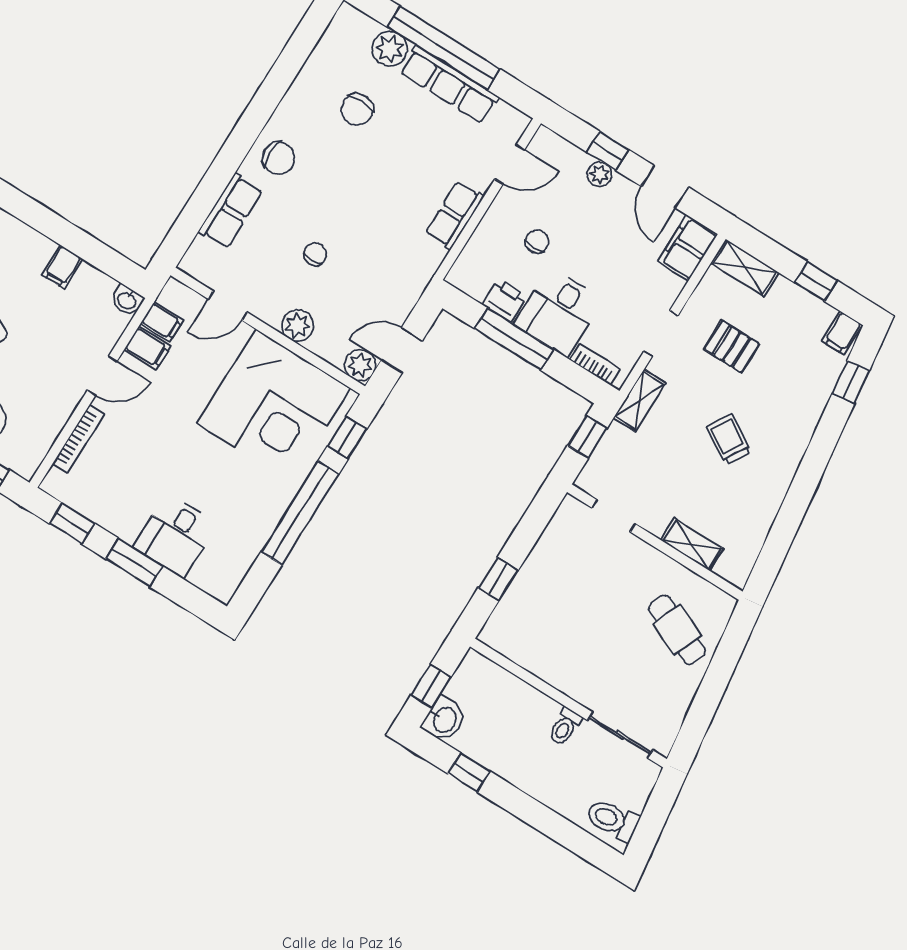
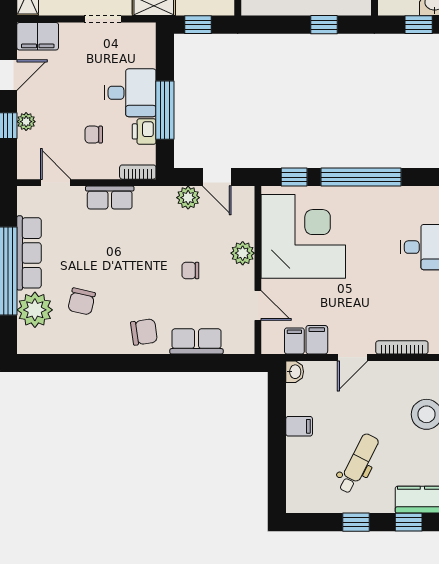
plant: (390, 49) -> (35, 310), width x1.36, depth x1.36
chair: (357, 109) -> (82, 301), turned 103
chair: (279, 158) -> (144, 332), turned 82
bookcase: (595, 364) -> (138, 172), moved, turned 90
plant: (360, 365) -> (188, 198), moved
door: (102, 376) -> (353, 357), swing flipped

